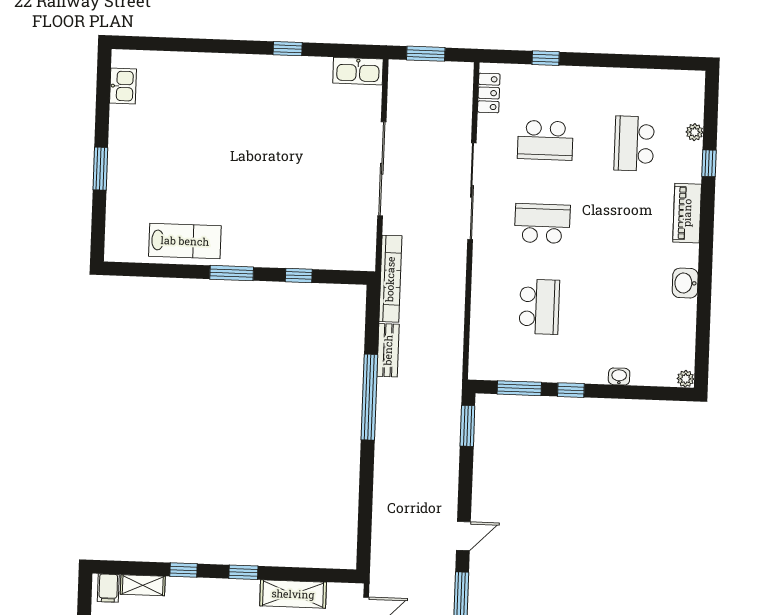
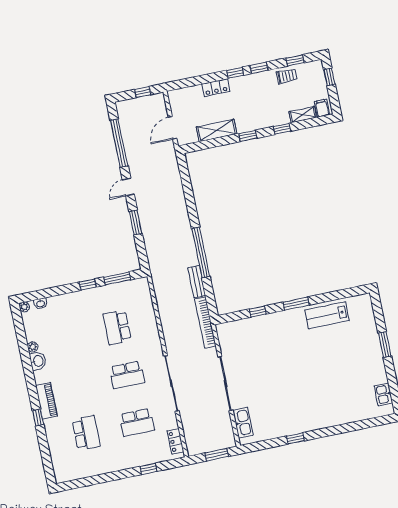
kitchen sink: (358, 71) -> (243, 423), moved, turned 90
plant: (695, 132) -> (33, 347), moved
school desk: (545, 140) -> (137, 422), turned 180
window: (709, 163) -> (38, 418), moved
washbasin: (619, 376) -> (41, 303), moved
window: (467, 426) -> (136, 223), moved

